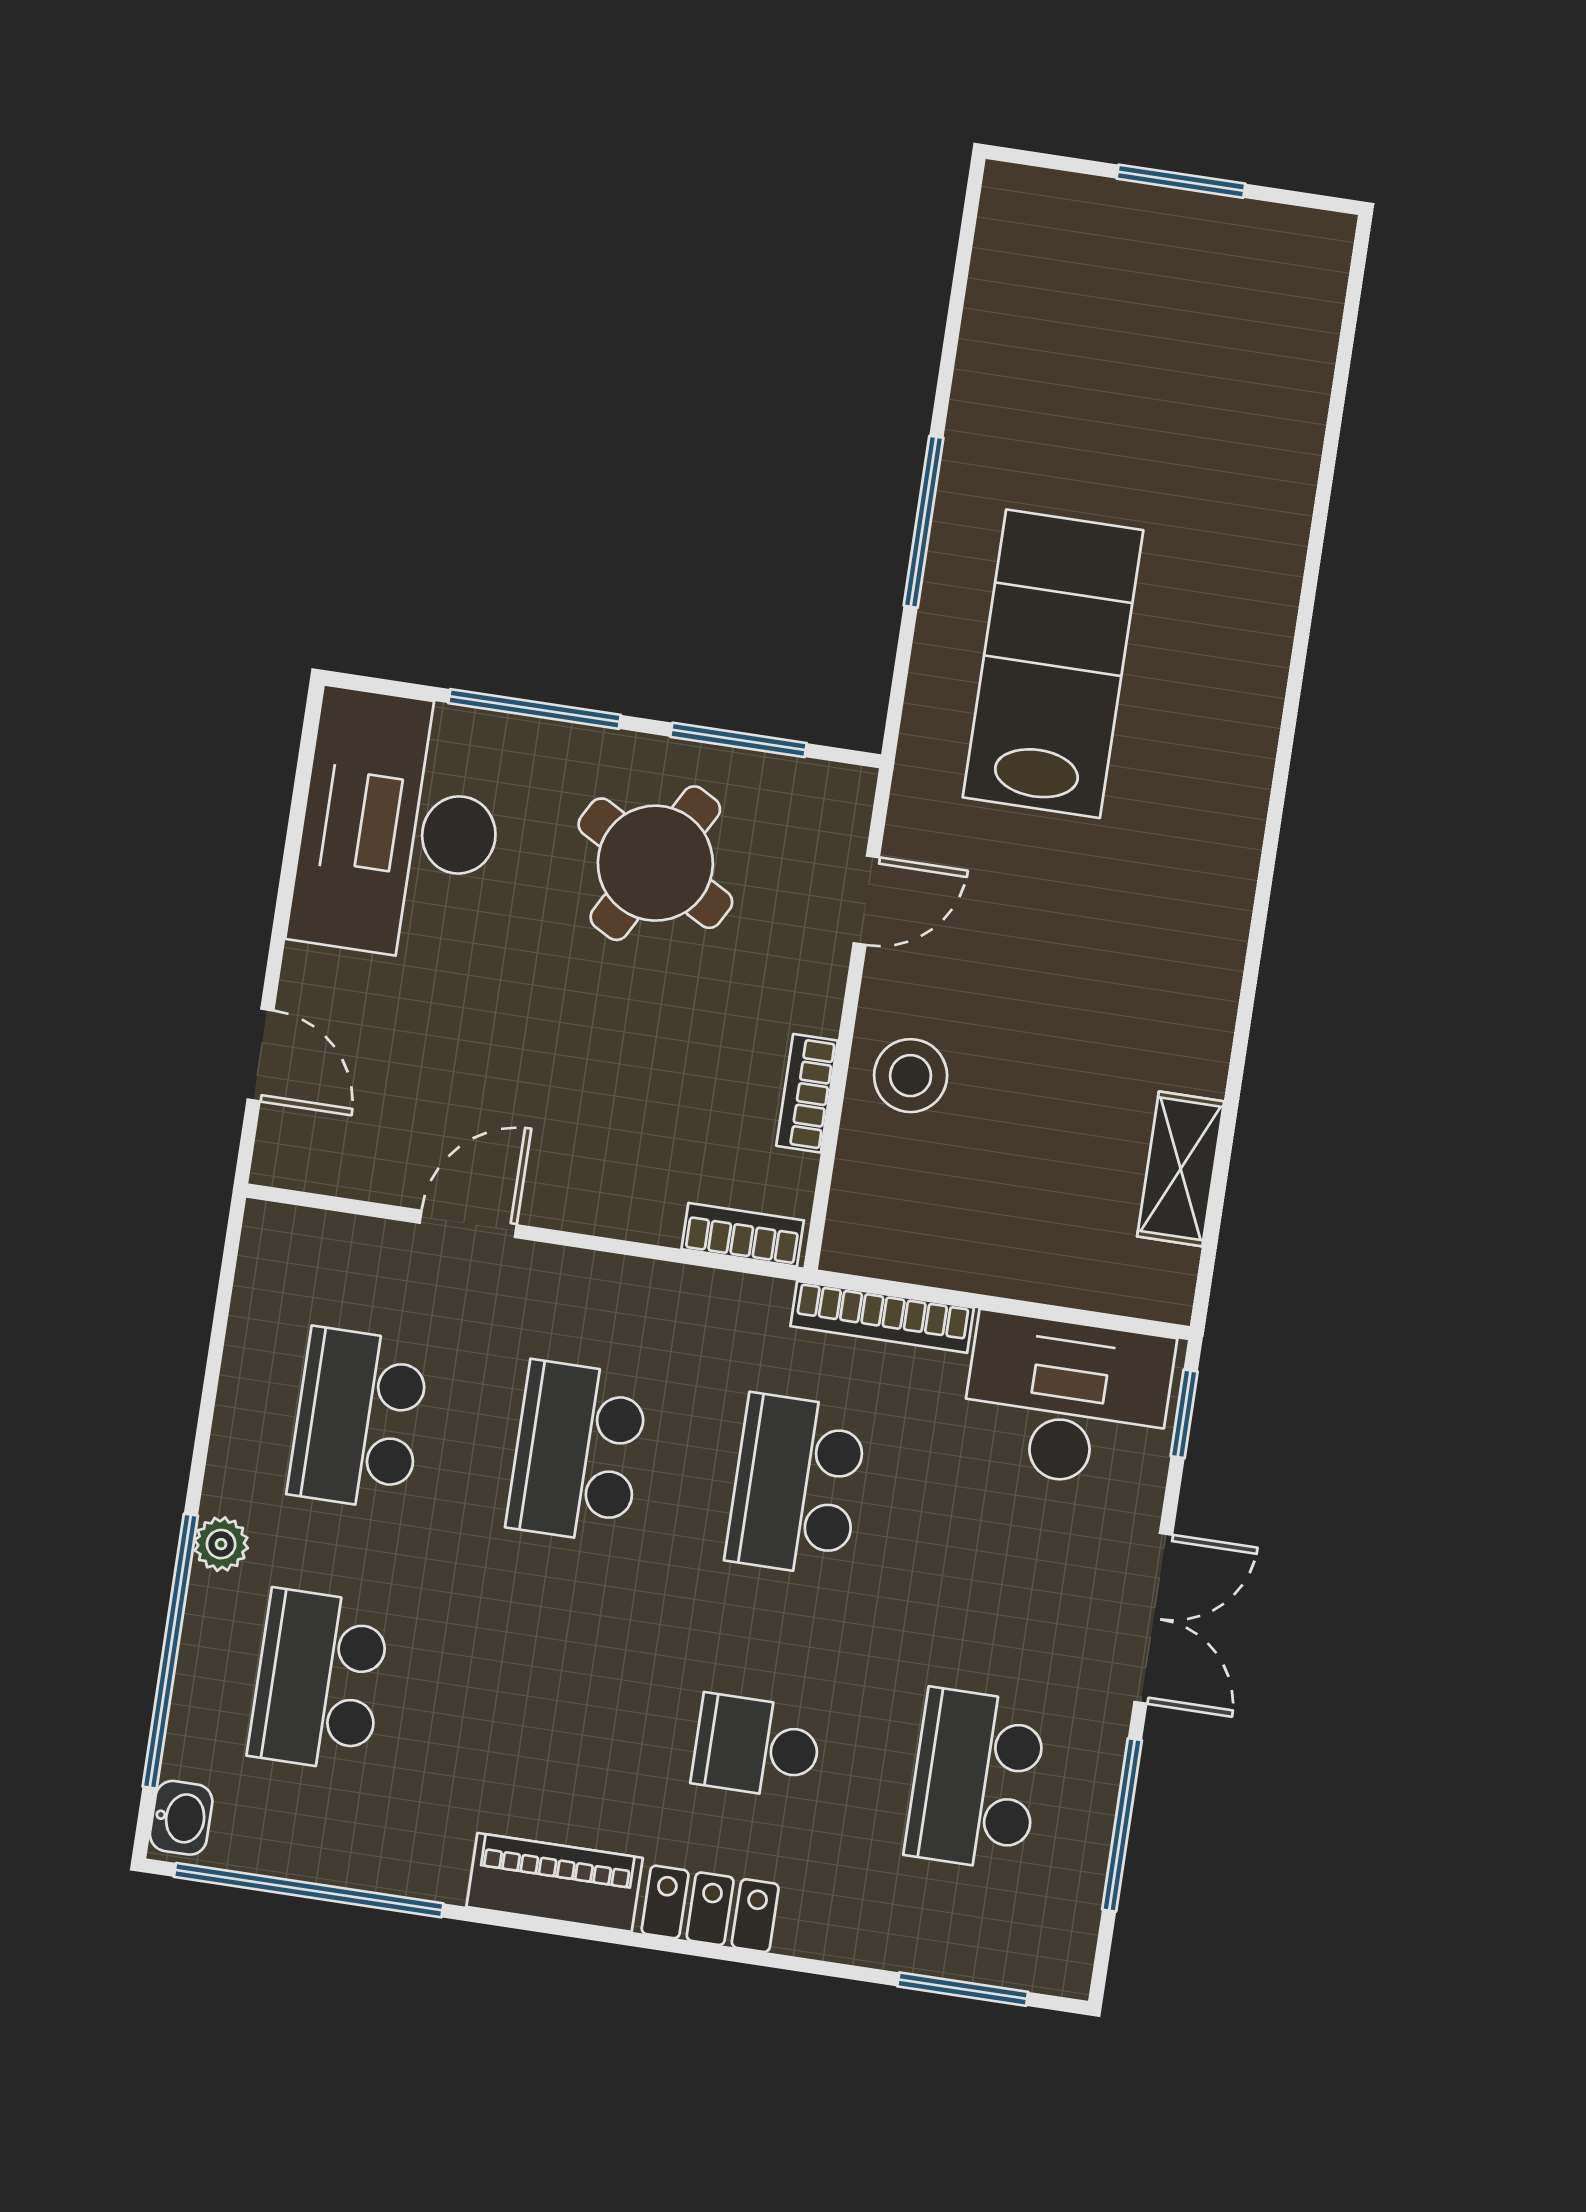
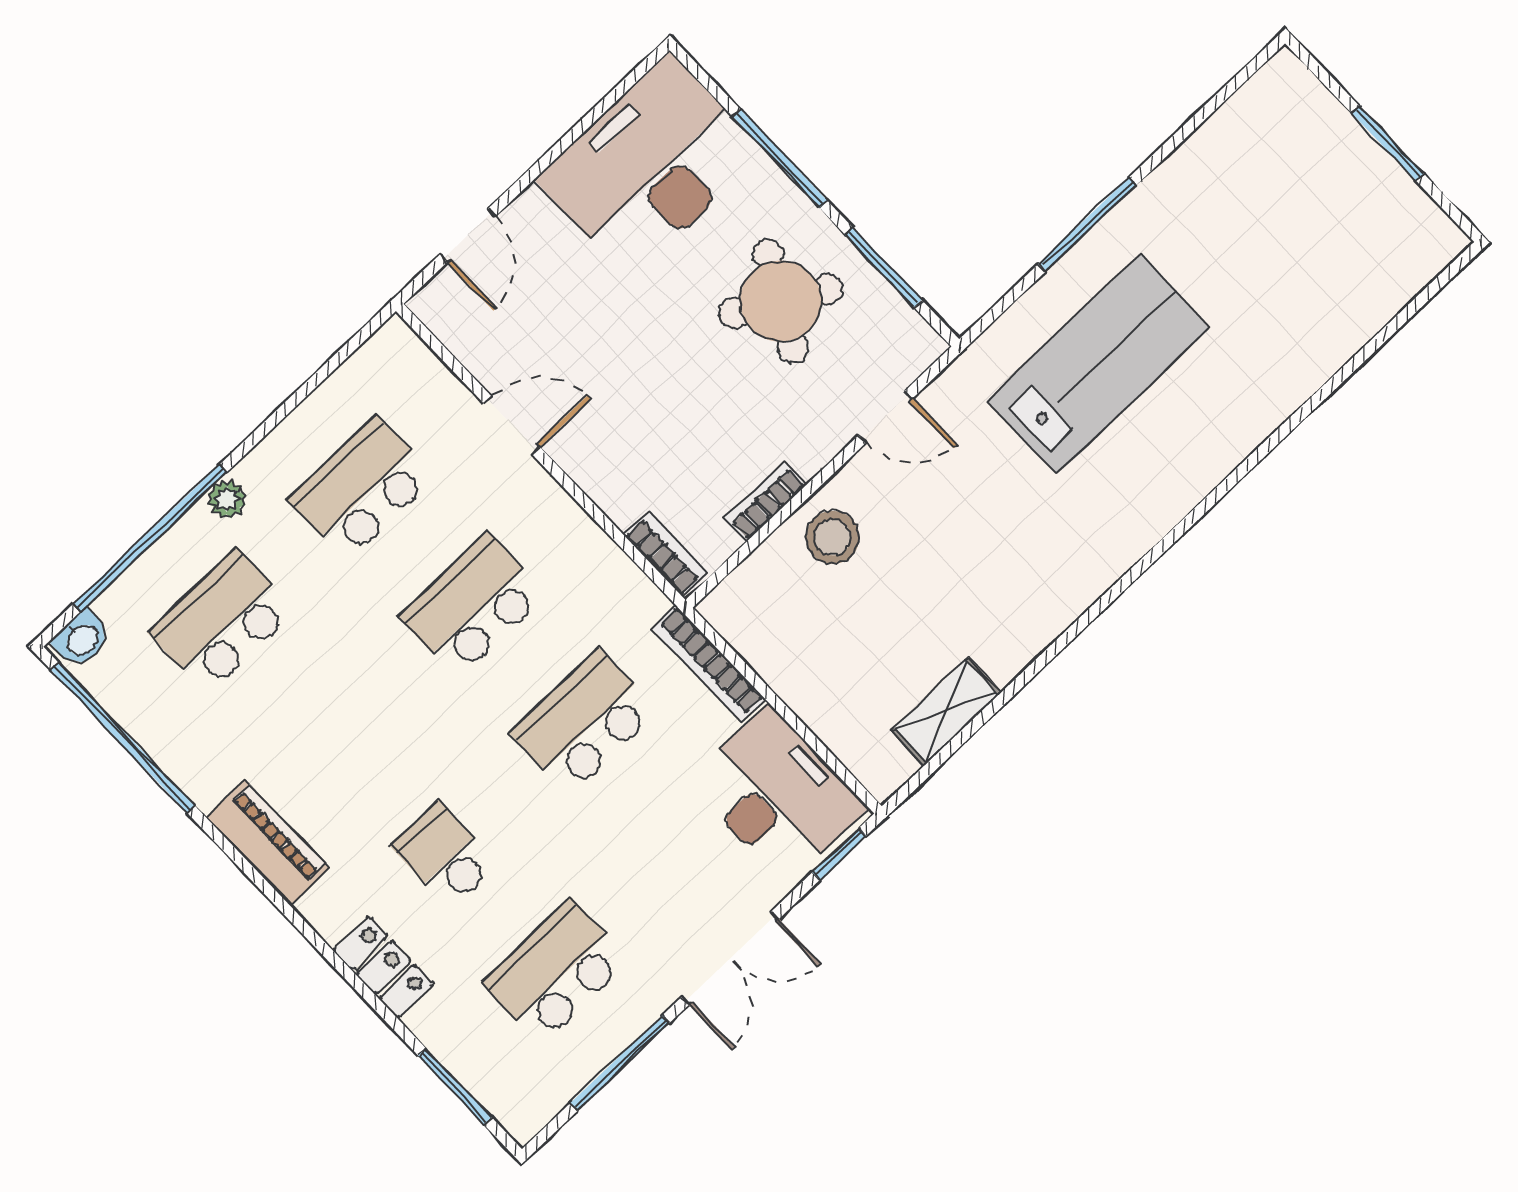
locker: (710, 1909) -> (384, 967), moved

